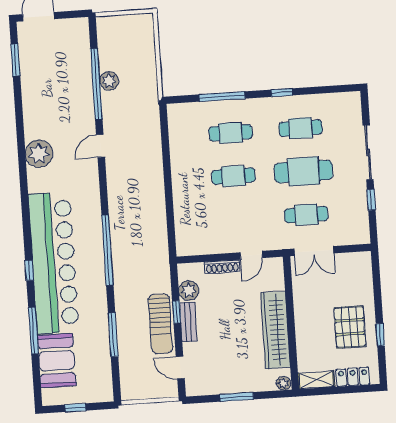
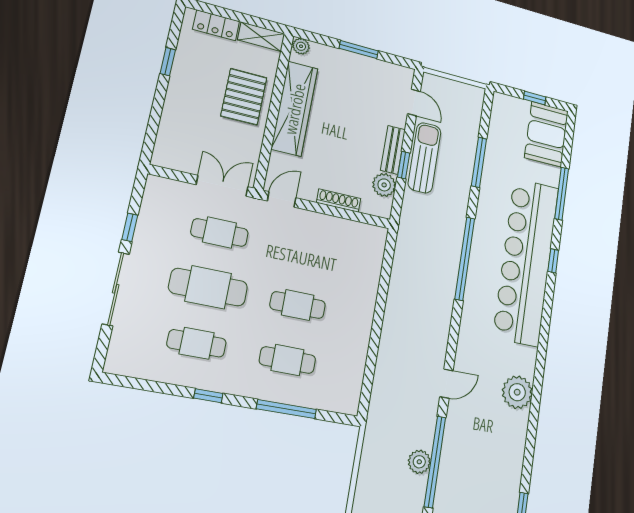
door: (251, 255) -> (282, 199), moved
pallet: (350, 327) -> (244, 97), moved
booth: (57, 361) -> (547, 134), moved

